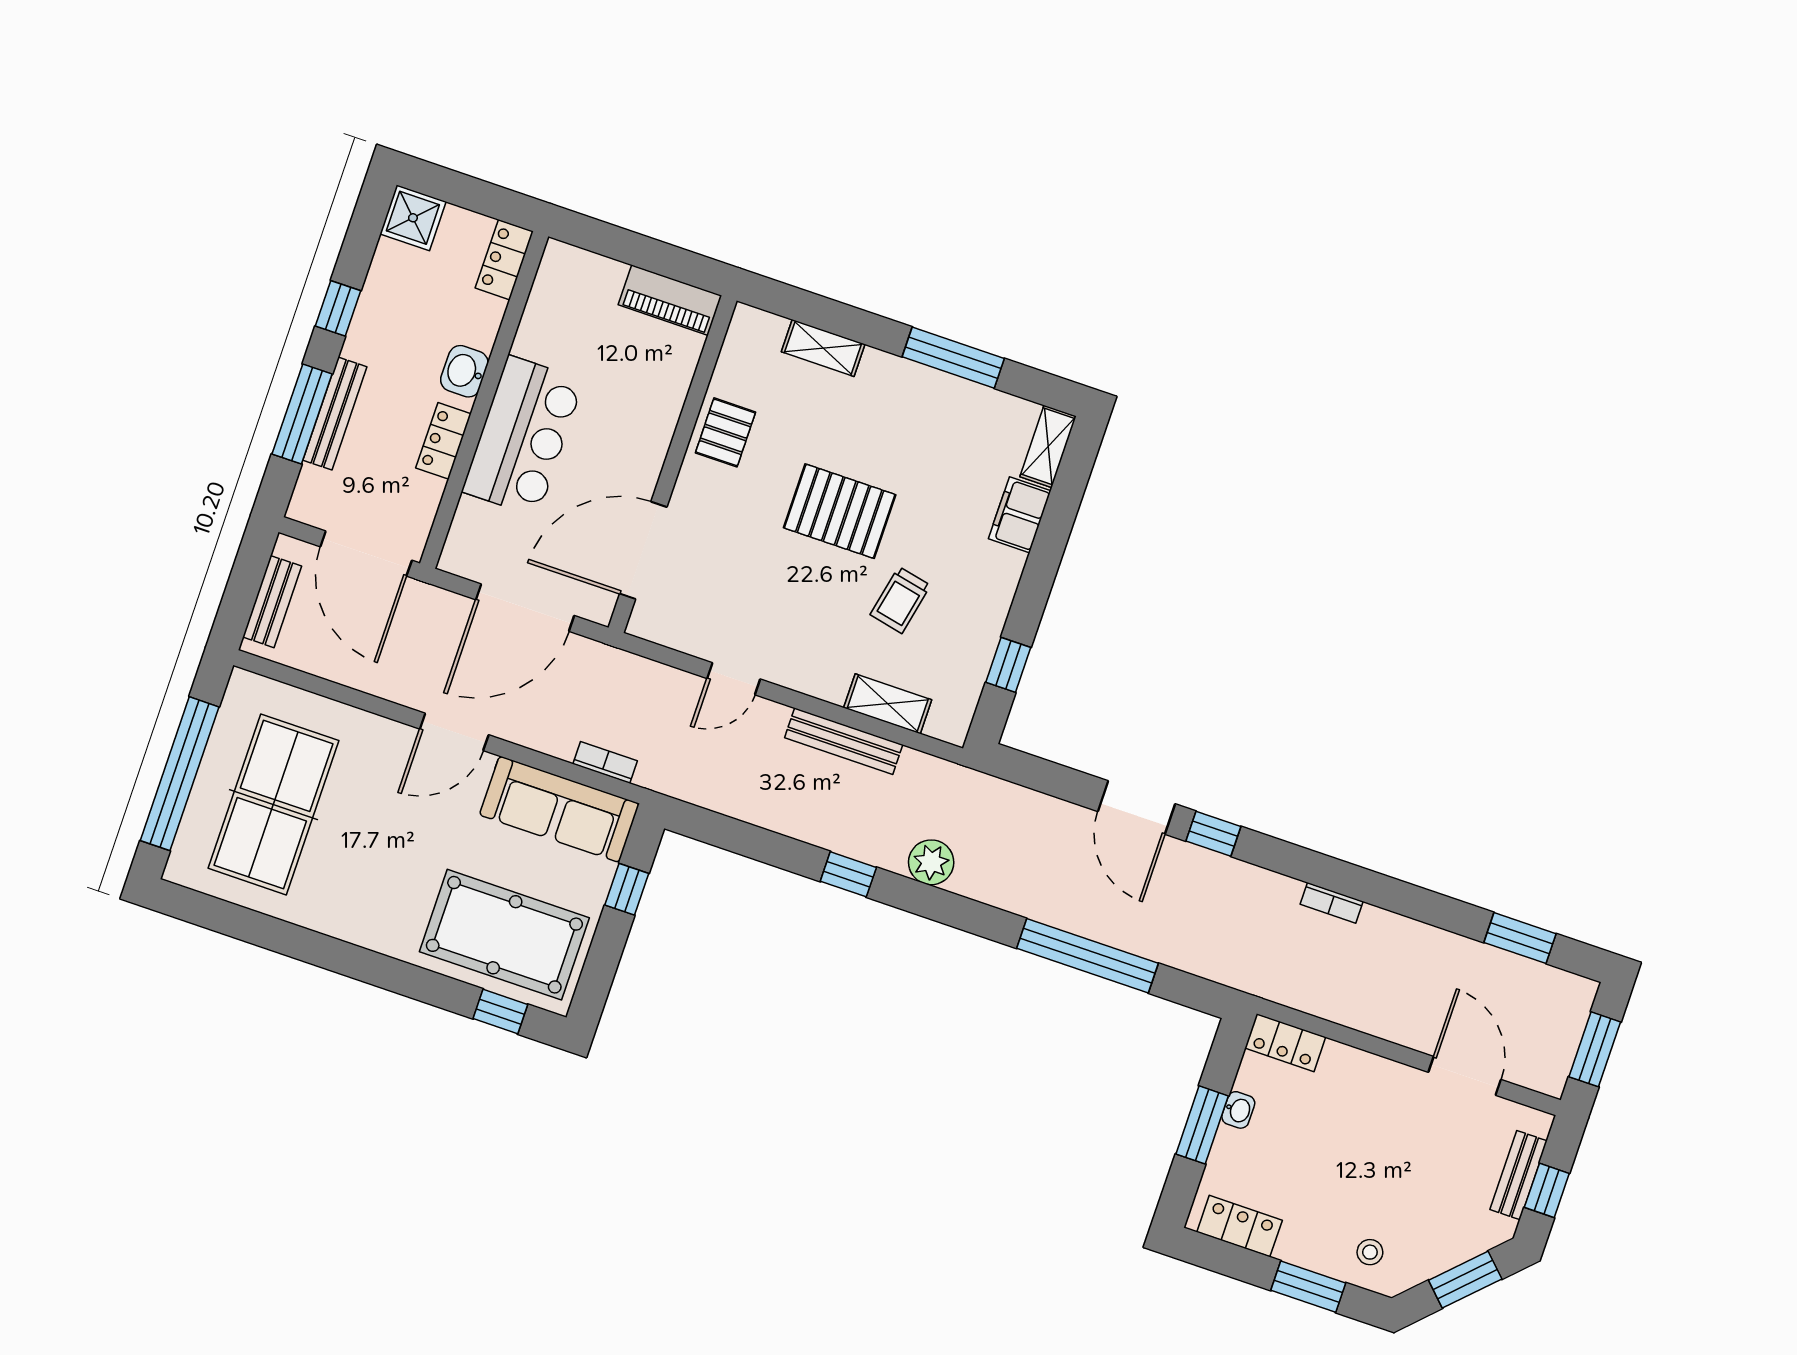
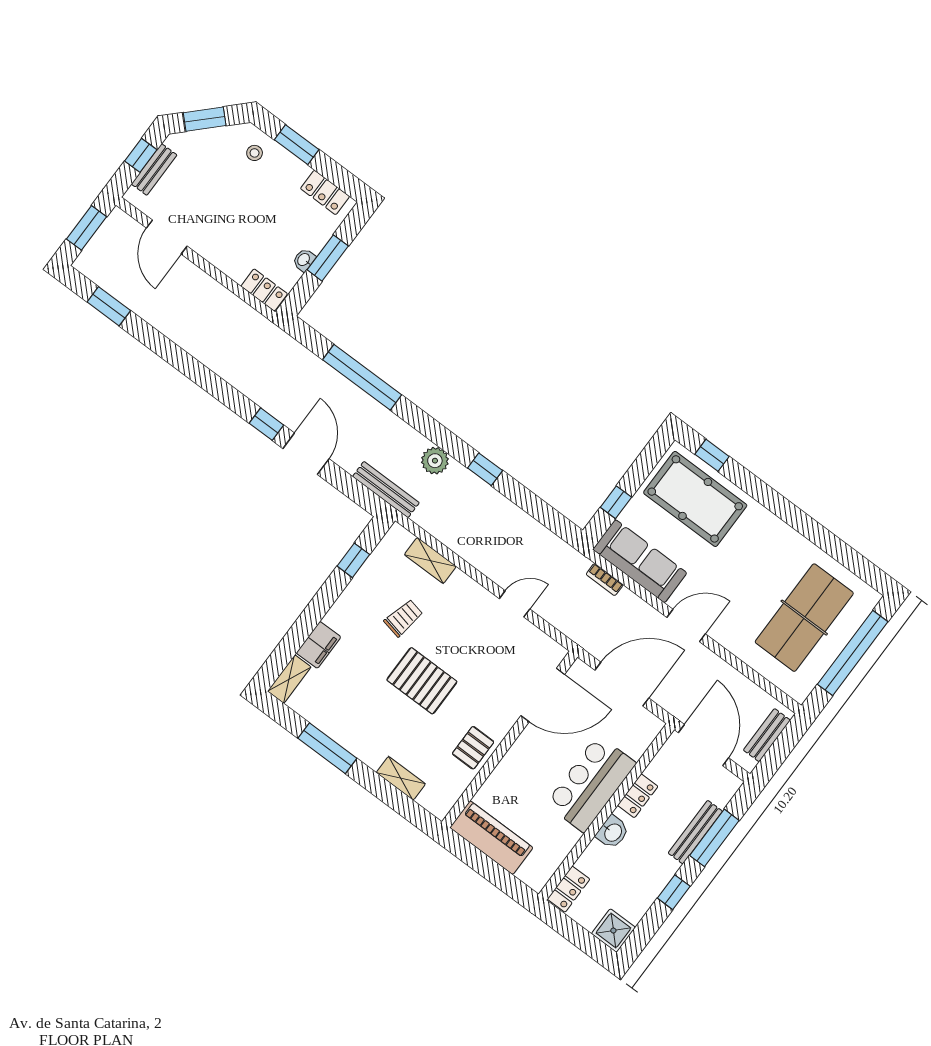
piano: (670, 300) -> (491, 838), width x1.37, depth x1.33
bench: (844, 741) -> (386, 490), moved
bookcase: (1332, 903) -> (211, 362), removed

